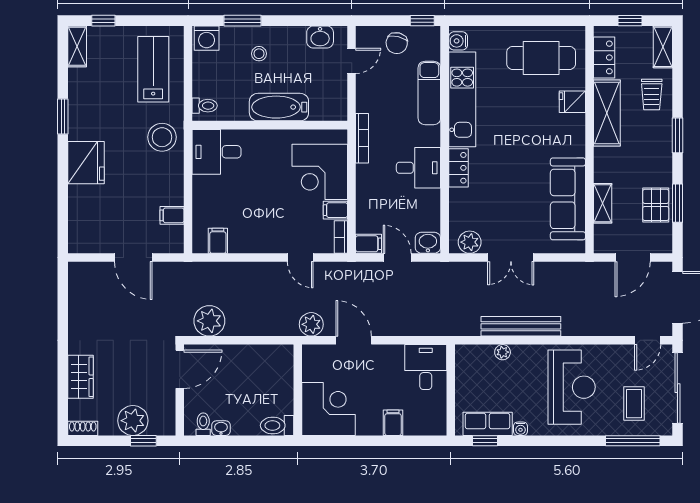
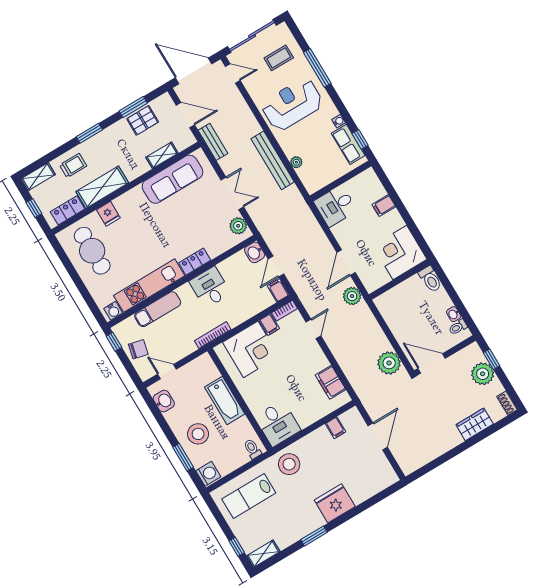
stool: (259, 54) -> (198, 434), width x1.89, depth x1.89
filing cabinet: (218, 241) -> (331, 382), width x2.00
bench: (583, 271) -> (213, 142), added
window: (633, 441) -> (317, 68), moved

